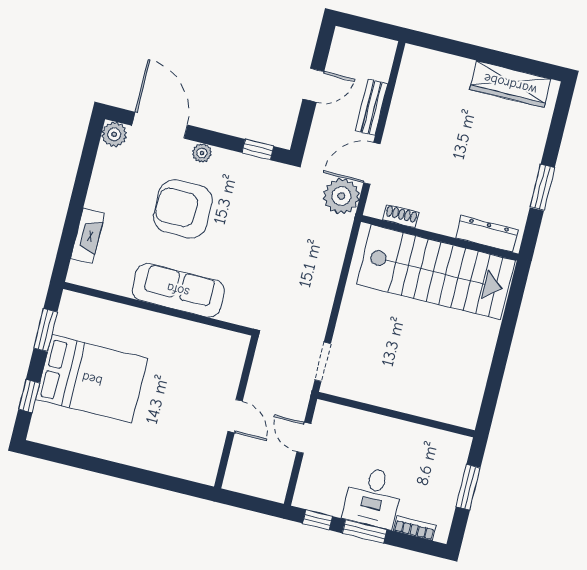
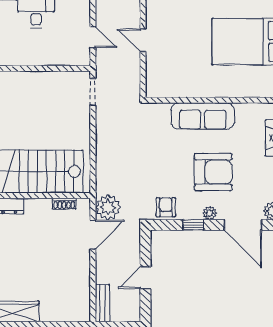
bench: (371, 107) -> (102, 303), moved
window: (258, 150) -> (193, 225), moved
armchair: (261, 176) -> (166, 207), added

